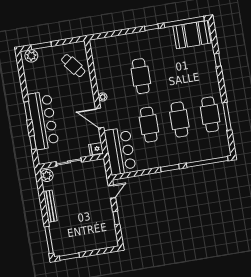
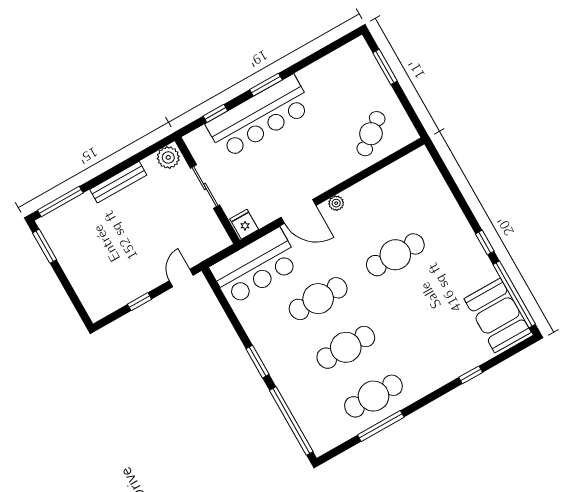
plant: (31, 56) -> (361, 56), removed
door: (100, 118) -> (298, 211), swing flipped
door: (112, 192) -> (181, 278), swing flipped

